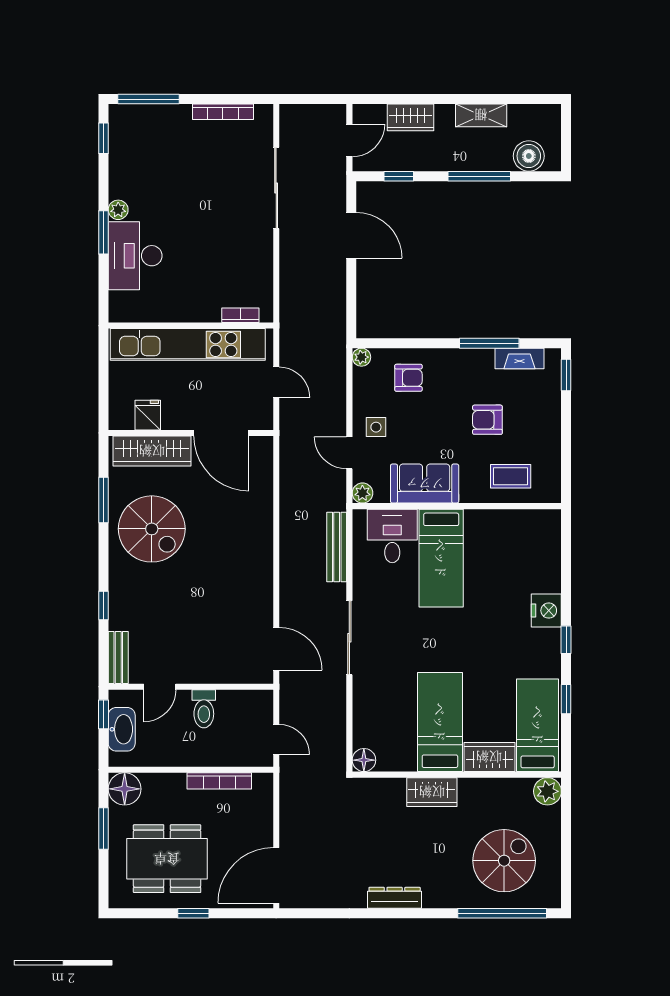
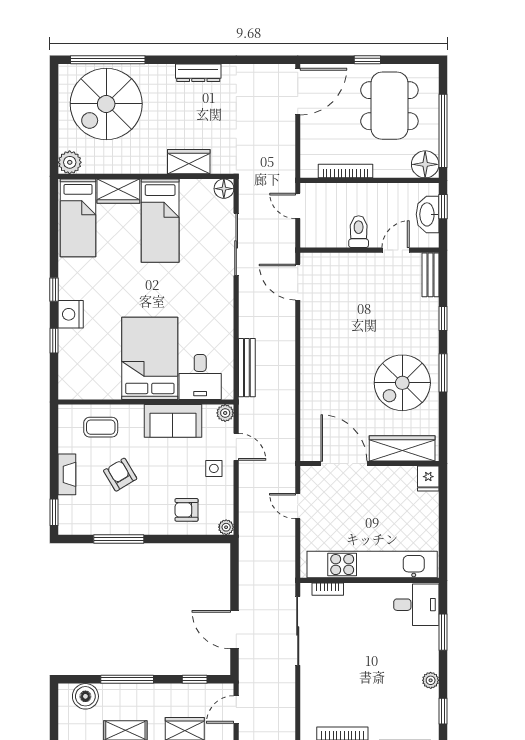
sliding door: (276, 188) -> (298, 631), moved
plant: (118, 210) -> (431, 680), moved
desk: (135, 256) -> (416, 605), width x0.73
bookcase: (240, 315) -> (328, 589), moved
wall: (191, 326) -> (370, 580), moved
kitchen unit: (188, 344) -> (372, 565), moved
fireplace: (519, 358) -> (67, 474), moved, turned 90
fridge: (148, 415) -> (428, 479), moved
armchair: (487, 420) -> (120, 475), turned -121
window: (103, 500) -> (443, 373), moved
spiral stairs: (152, 529) -> (402, 383), turned -90
bed: (441, 558) -> (150, 358), width x1.50
sliding door: (349, 638) -> (236, 244), moved
window: (566, 699) -> (54, 341), moved
window: (103, 714) -> (443, 207), moved
wardrobe: (432, 792) -> (189, 162), moved
window: (103, 829) -> (443, 131), width x2.11
dining table: (167, 859) -> (389, 106), turned 90
spiral stairs: (504, 861) -> (106, 104), width x1.37, depth x1.37

